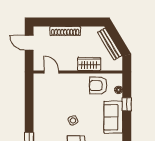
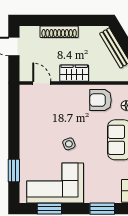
wardrobe: (89, 64) -> (74, 73), moved

